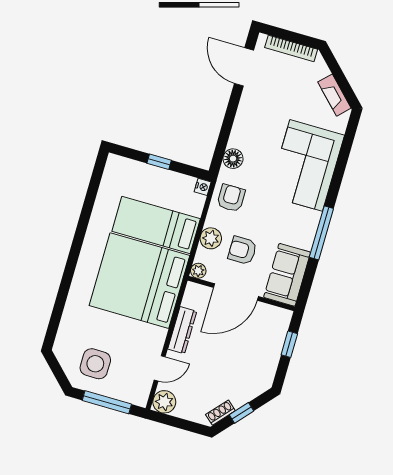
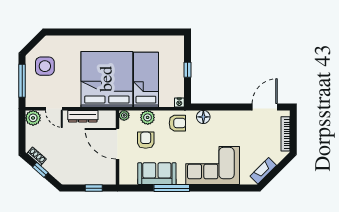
sofa: (287, 275) -> (157, 174), moved

